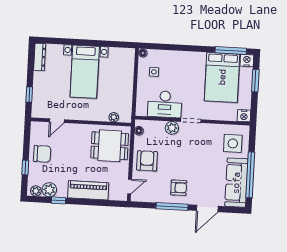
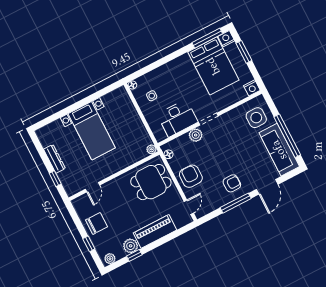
dresser: (40, 57) -> (54, 159), moved
plant: (114, 117) -> (151, 149), moved
plant: (49, 190) -> (131, 246), moved

